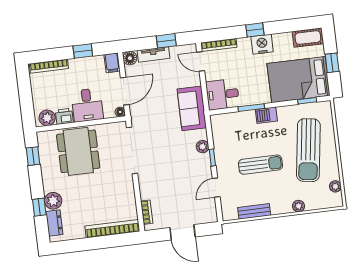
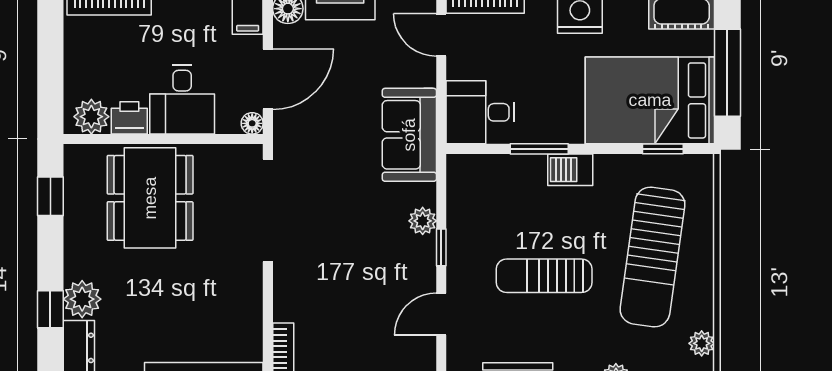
window: (332, 63) -> (727, 73), width x2.17
sun lounger: (260, 165) -> (544, 276), turned 180

